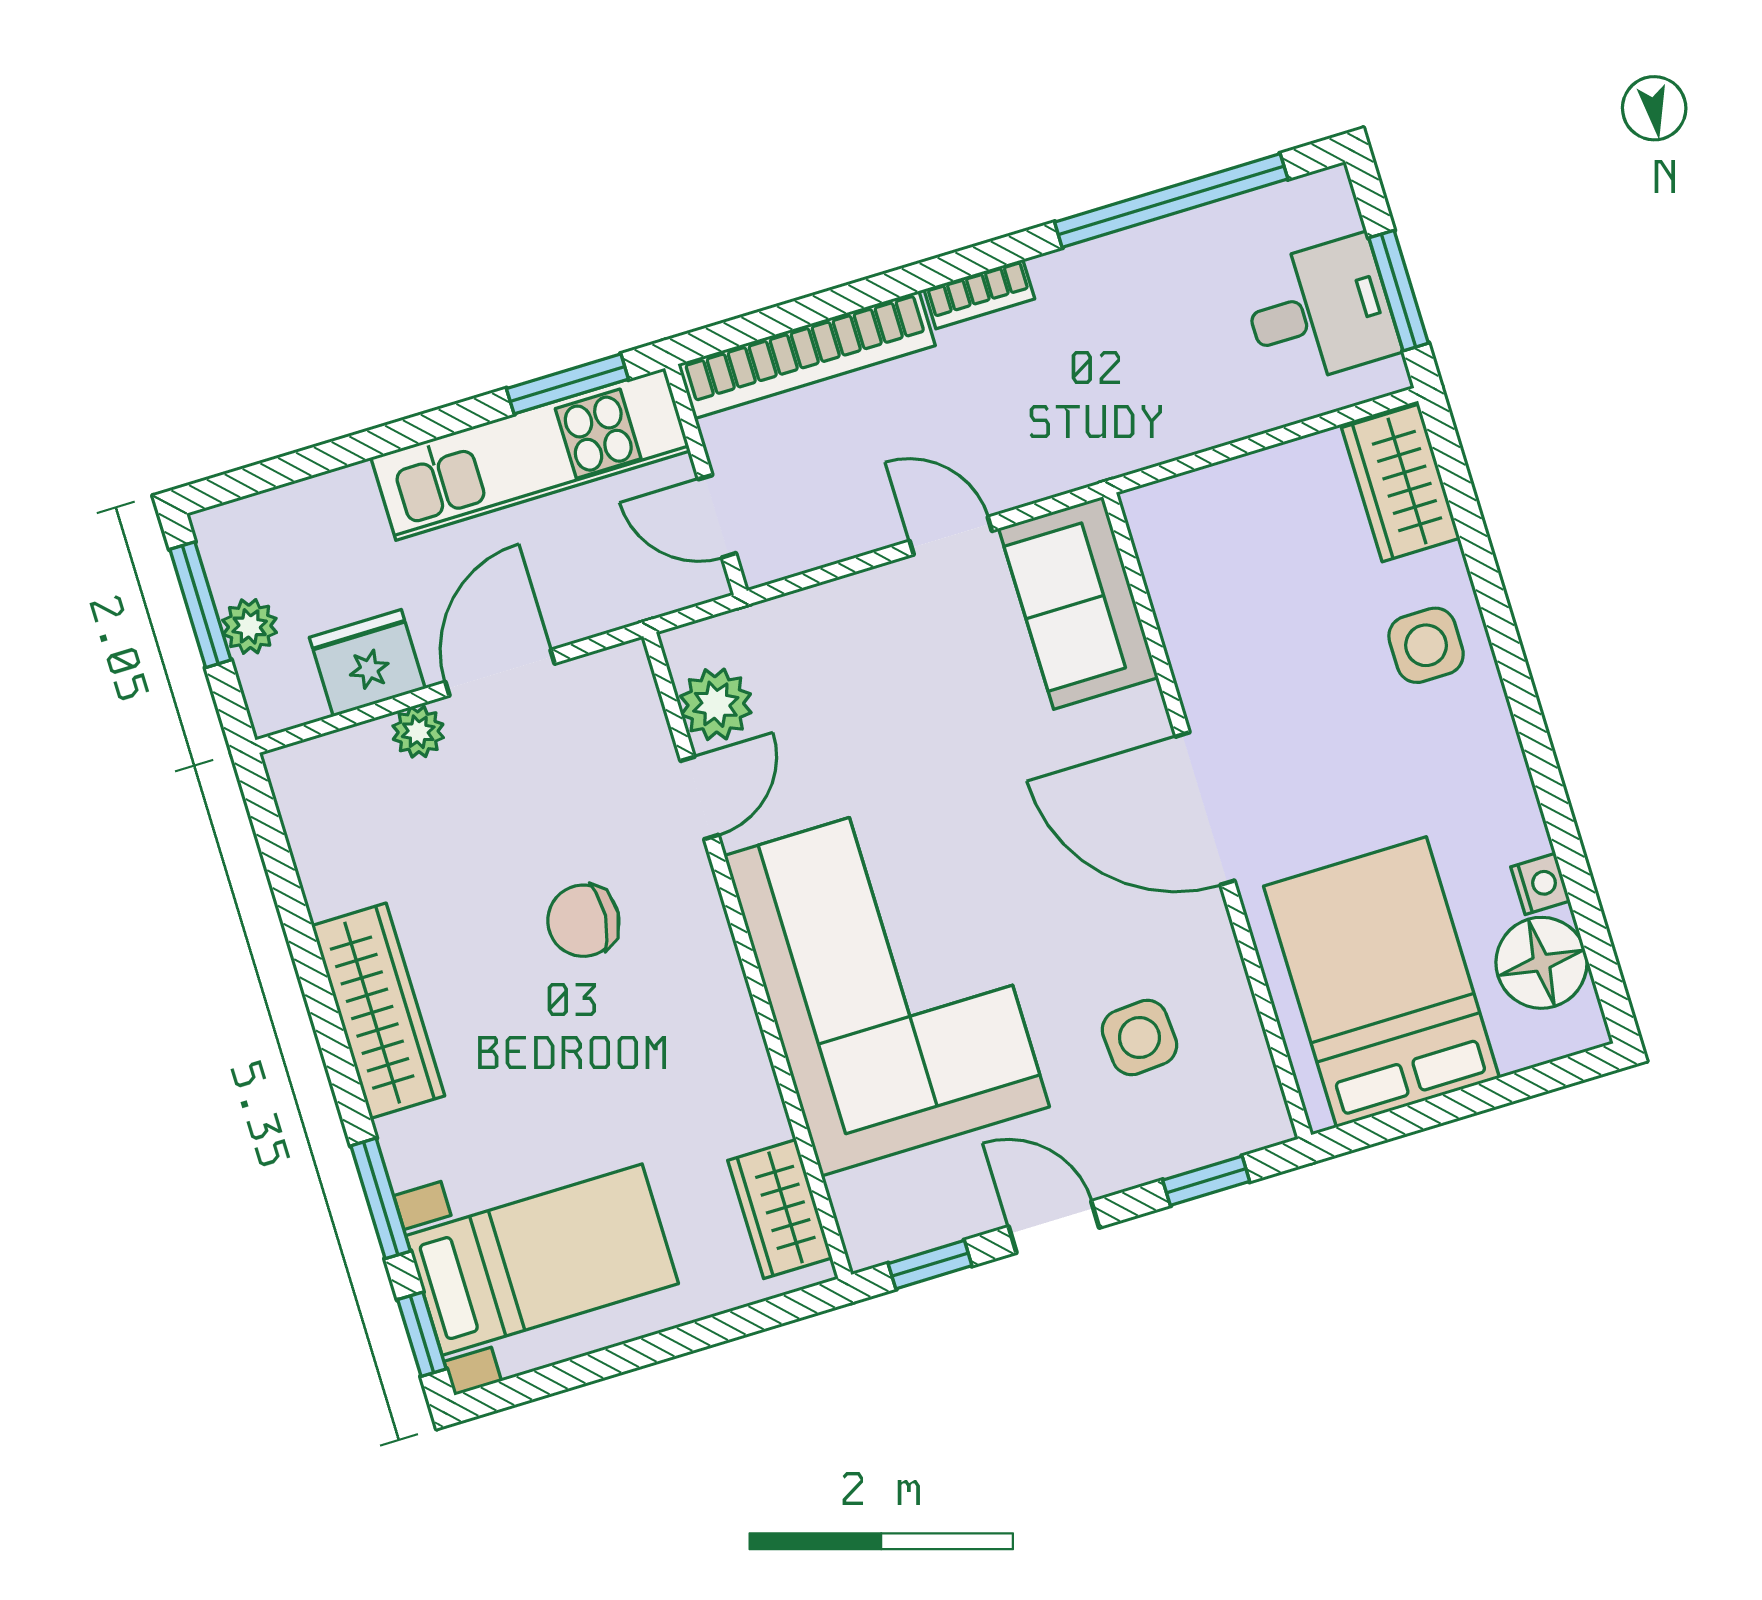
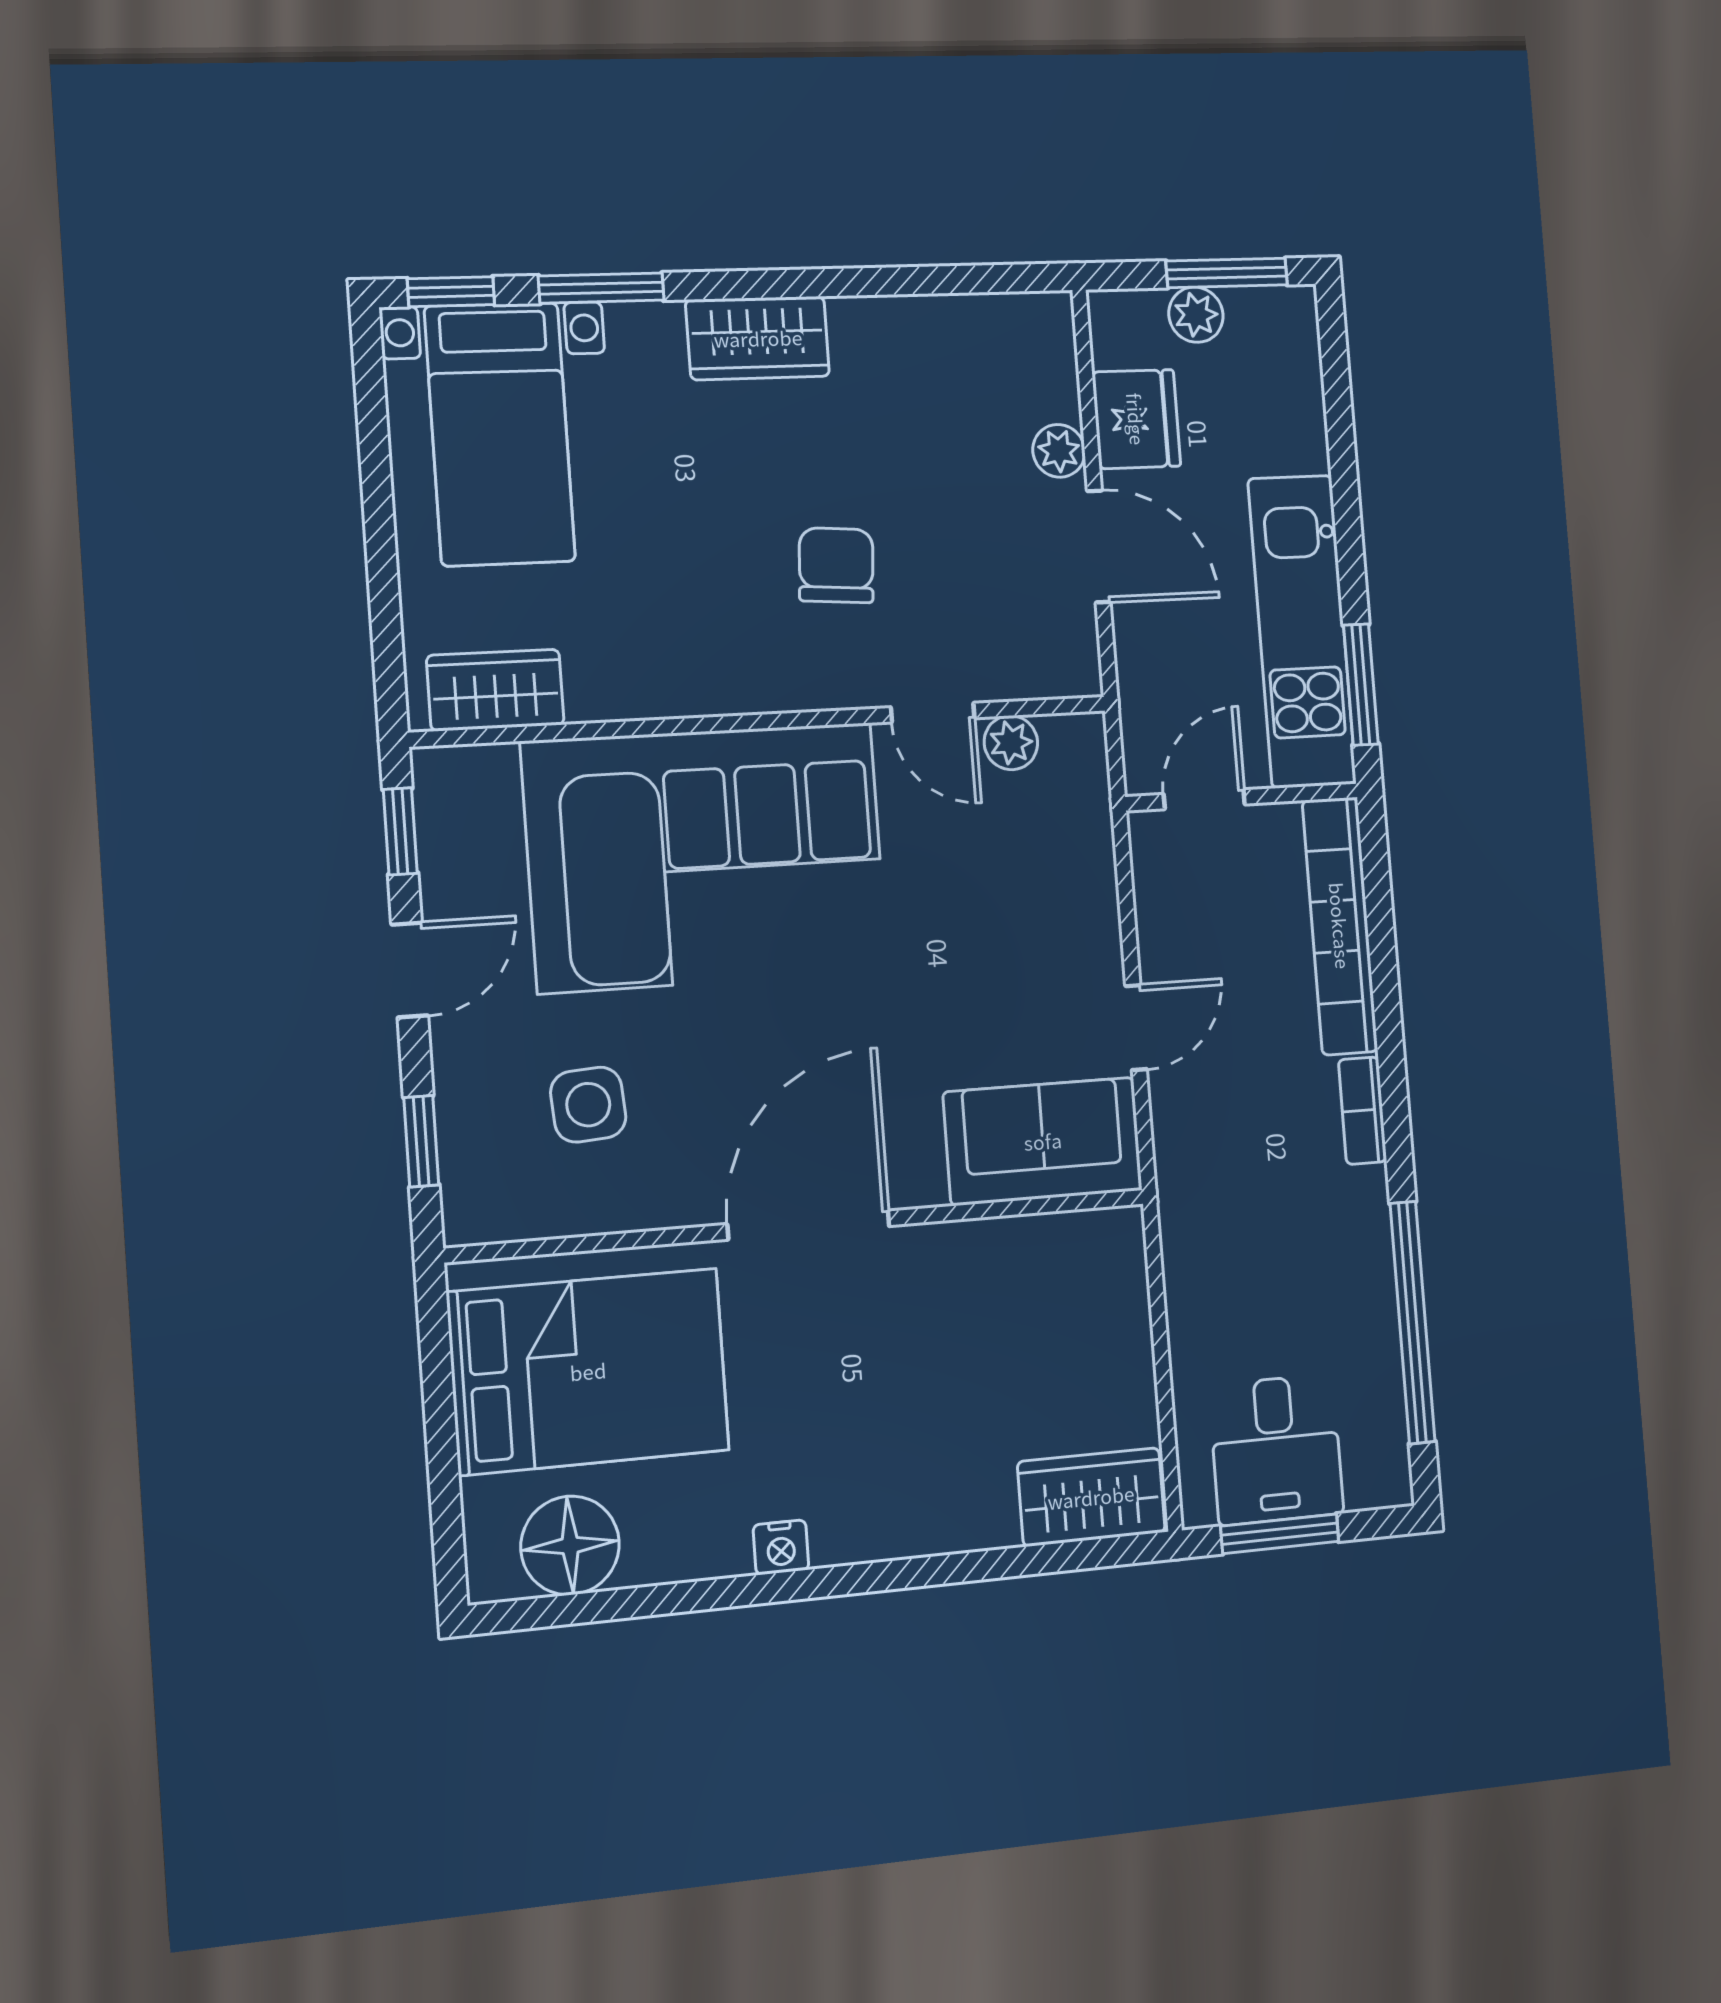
side table: (1426, 645) -> (924, 1490), removed
plant: (716, 704) -> (1011, 743), width x0.73, depth x0.73
nightstand: (1540, 884) -> (781, 1547), moved
wardrobe: (378, 1011) -> (758, 338), width x0.67

